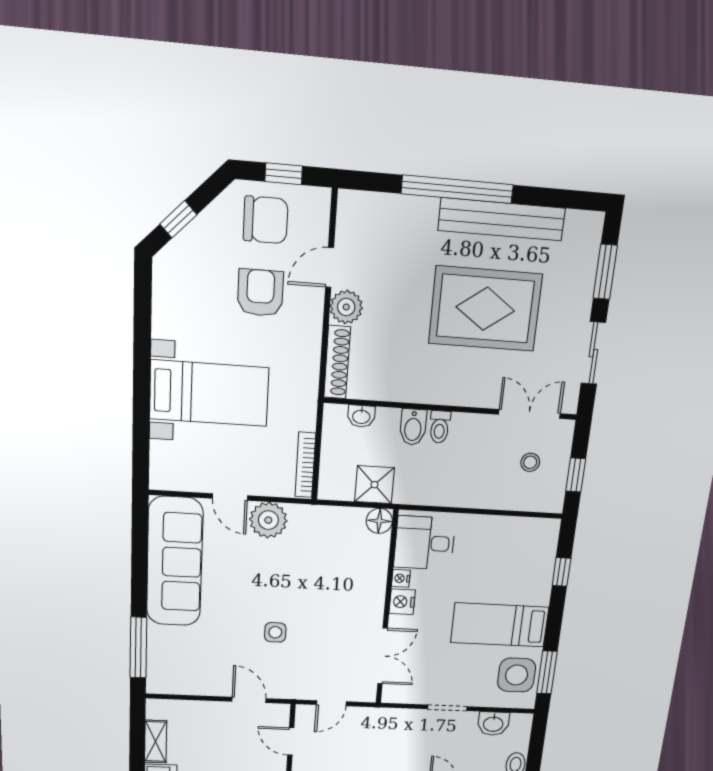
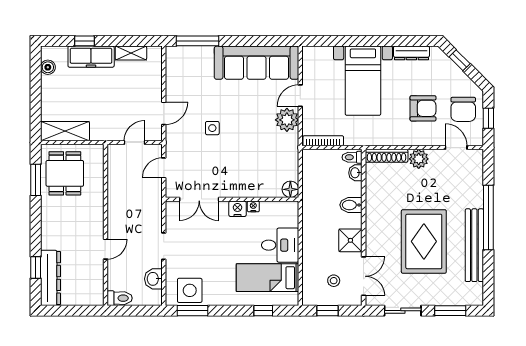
door: (330, 268) -> (456, 148), moved
dresser: (164, 306) -> (411, 53), added
toilet: (440, 427) -> (352, 157), moved
shower: (375, 485) -> (350, 240), moved
desk: (425, 543) -> (280, 245), moved, turned 90
bed: (500, 625) -> (267, 278), moved, turned -90
door: (331, 703) -> (164, 168), hinge flipped

